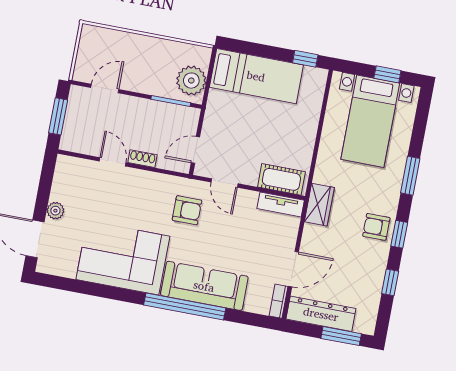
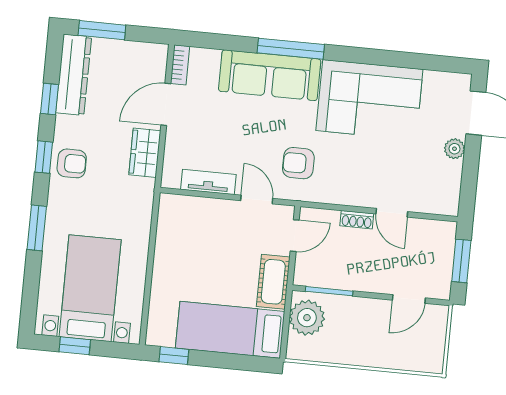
cot: (281, 179) -> (273, 282), moved, turned 90
tv unit: (281, 204) -> (208, 182), moved
wardrobe: (319, 205) -> (145, 153), moved
window: (185, 306) -> (291, 49), width x0.68
dresser: (321, 314) -> (74, 75), moved, turned -90

